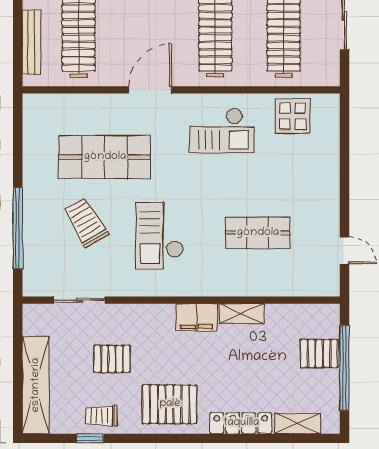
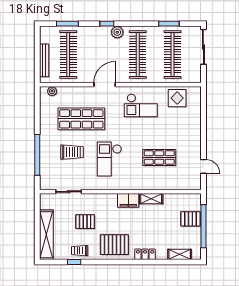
plant: (47, 103) -> (52, 91), added
trolley: (86, 222) -> (72, 152), turned 120
locker: (241, 423) -> (145, 254), width x0.66

